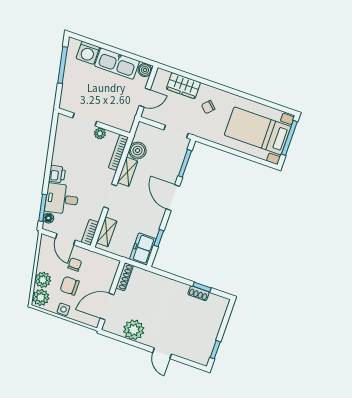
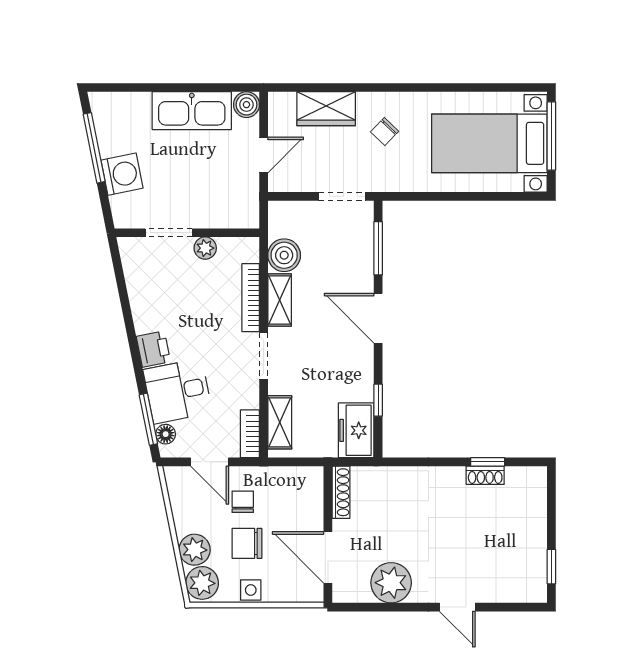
washing machine: (88, 53) -> (122, 174), moved, turned -101
bookcase: (118, 153) -> (251, 298), moved
door: (107, 307) -> (328, 557), hinge flipped

